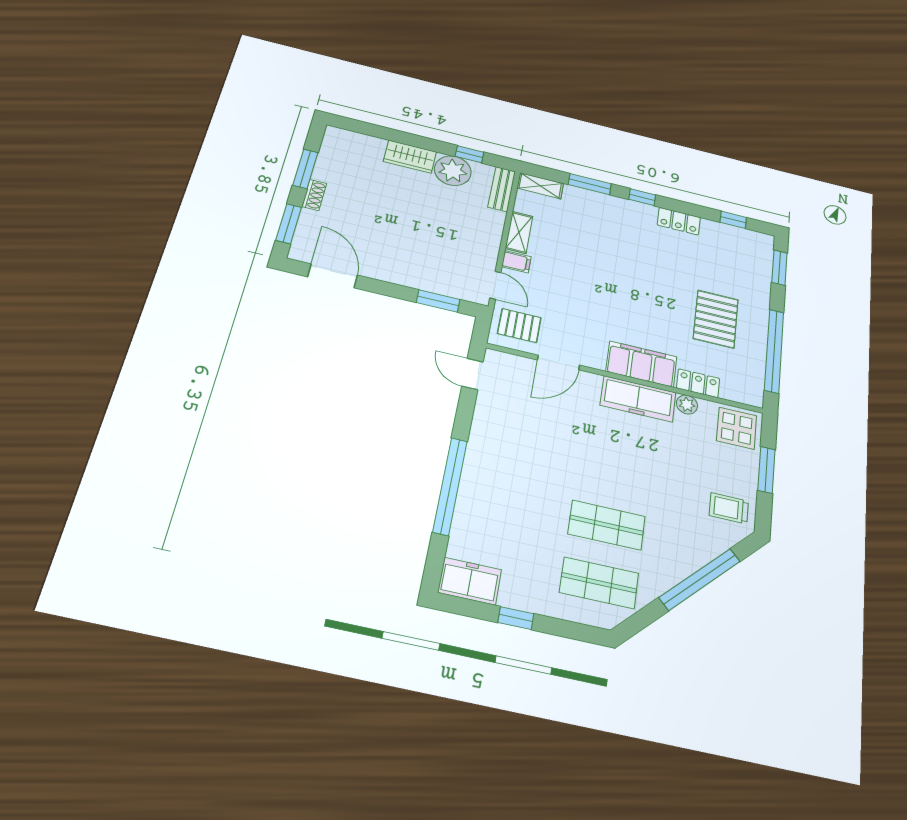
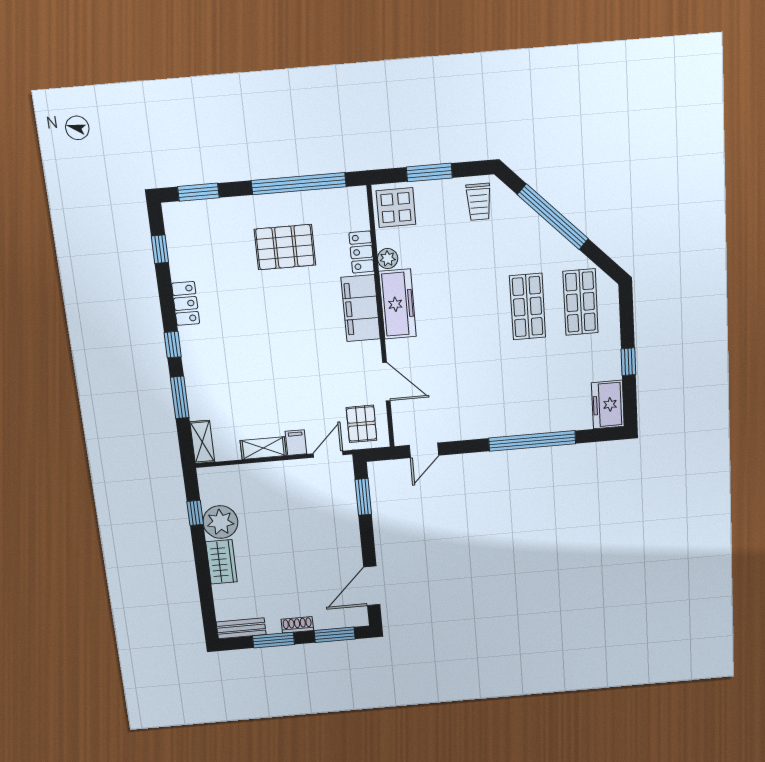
bench: (502, 189) -> (241, 628), moved

